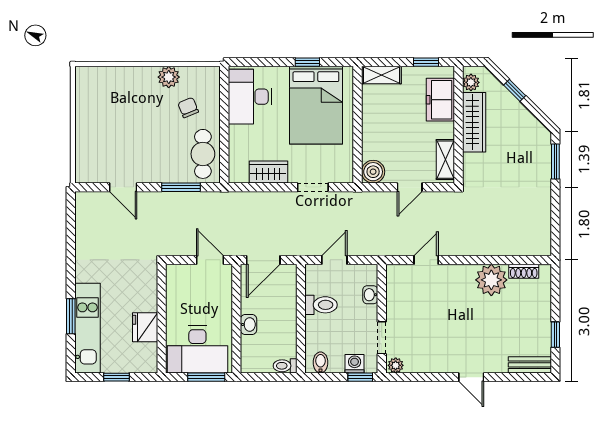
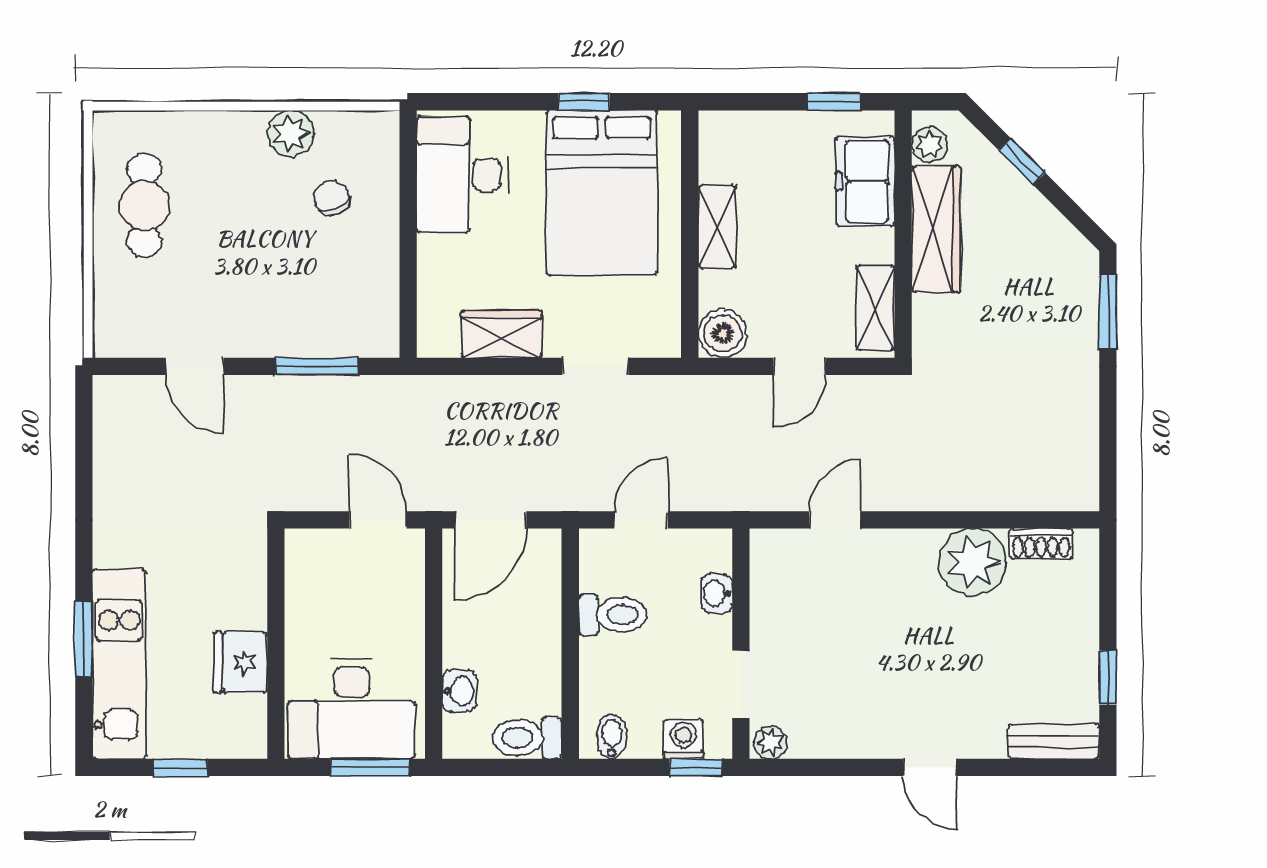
shelving: (381, 75) -> (717, 226), moved, turned 90
cafe table: (203, 154) -> (144, 205), moved
washbasin: (249, 324) -> (459, 691), moved
toilet: (285, 366) -> (527, 738), width x1.37, depth x1.39

